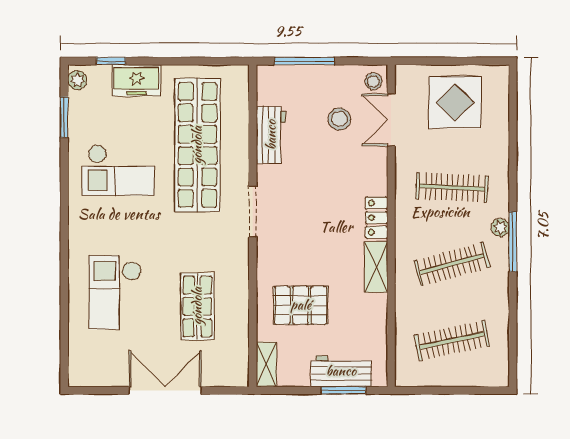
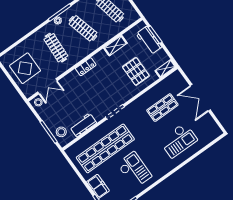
stool: (339, 119) -> (61, 132), moved
shelving: (376, 267) -> (115, 46), moved

